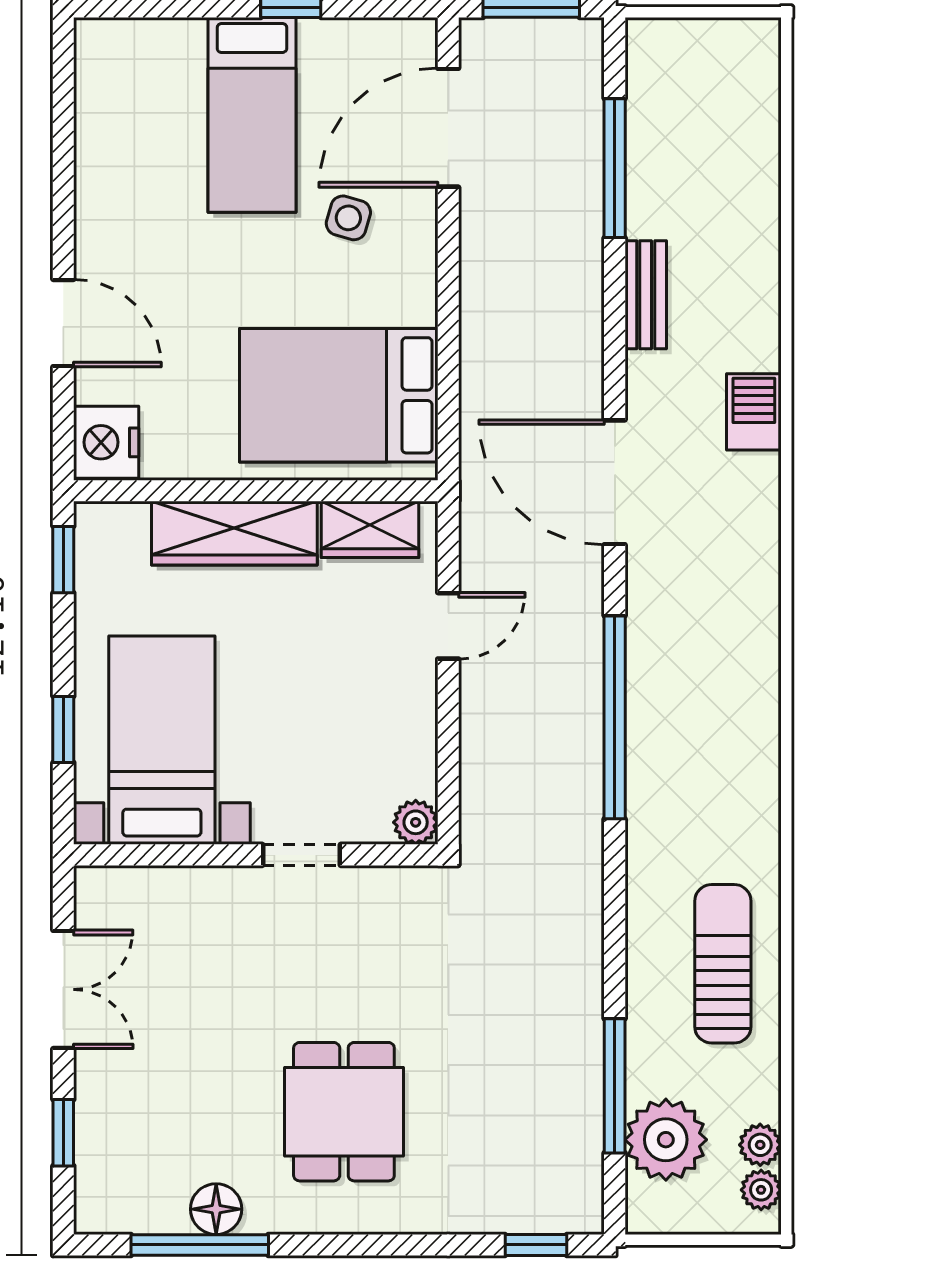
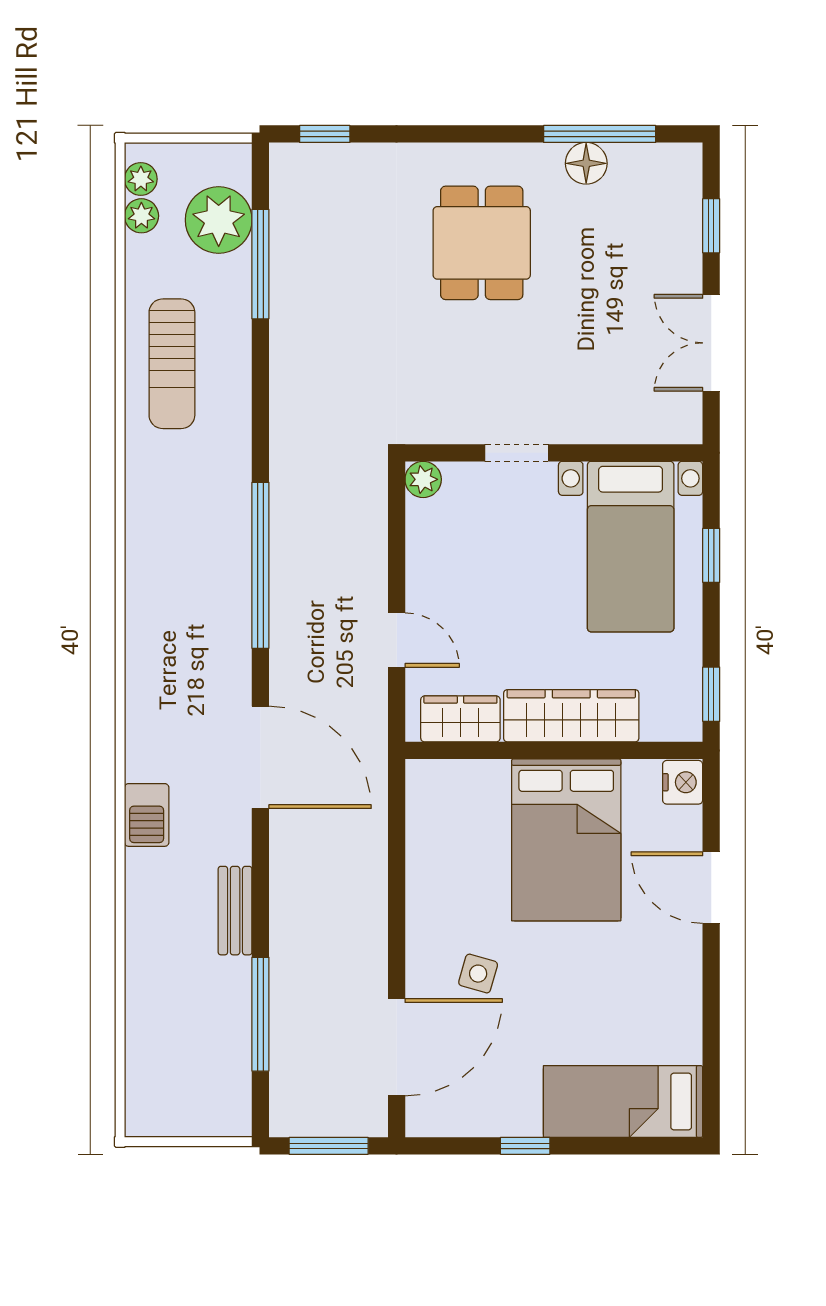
bed: (252, 115) -> (623, 1101), moved, turned -90
bed: (339, 395) -> (566, 840), moved, turned 90
nightstand: (106, 442) -> (683, 782), width x0.74, depth x0.75
door: (448, 626) -> (397, 640), swing flipped

